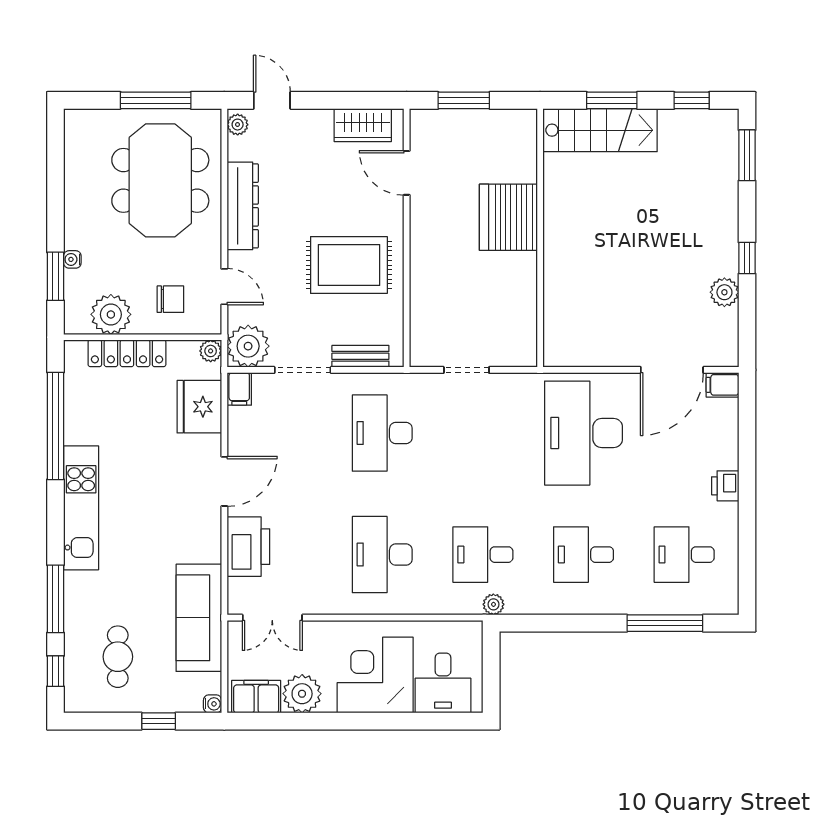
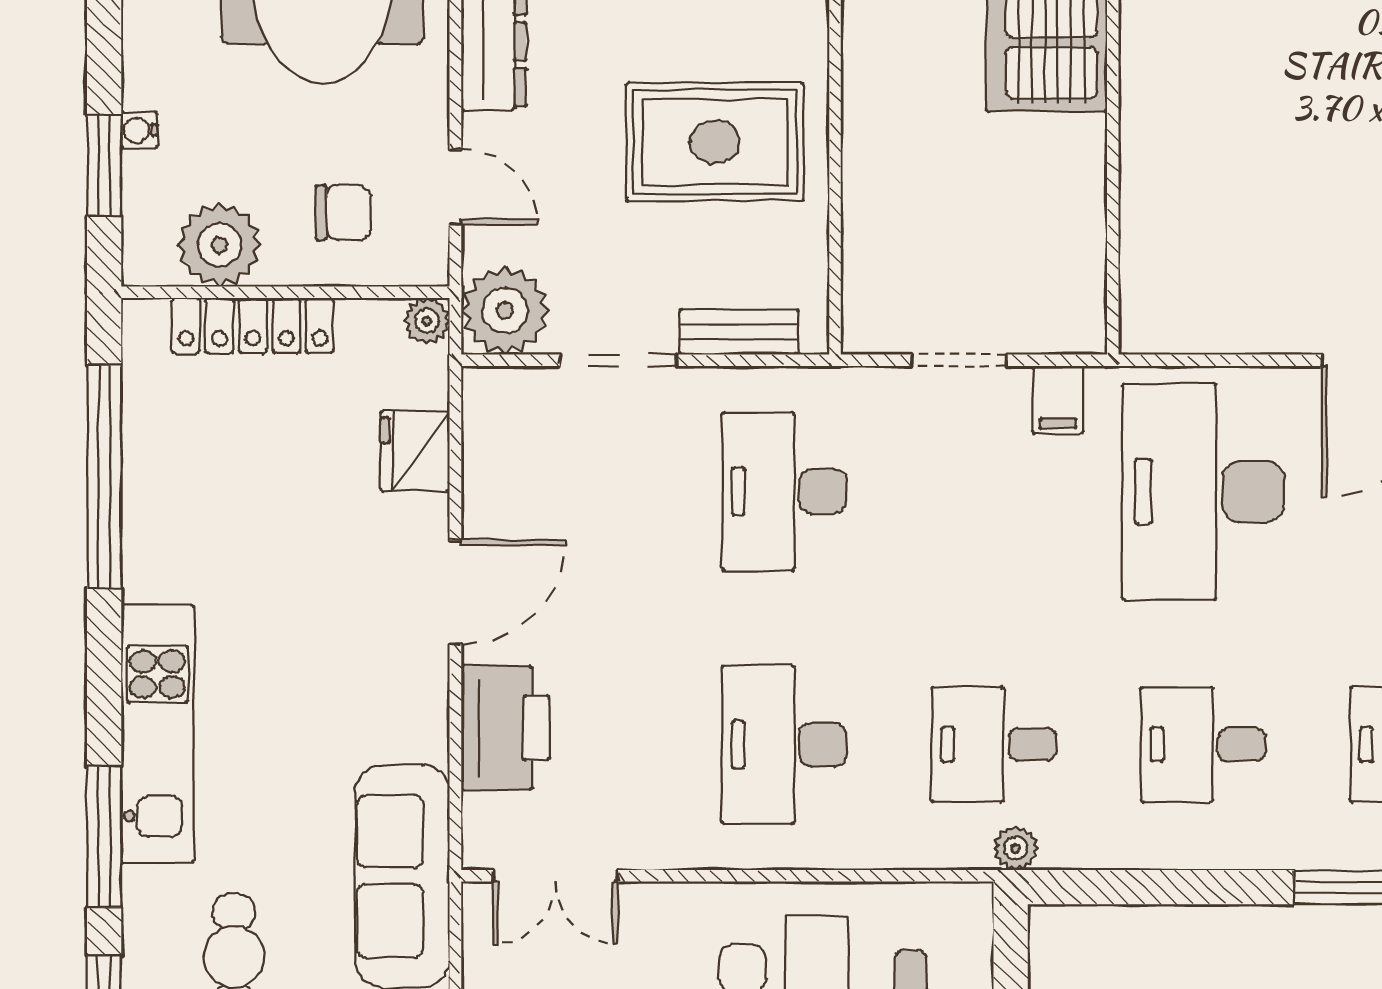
filing cabinet: (239, 389) -> (1058, 400), moved
fridge: (199, 407) -> (415, 451), width x0.73, depth x0.75
kitchen unit: (81, 508) -> (157, 734), moved

